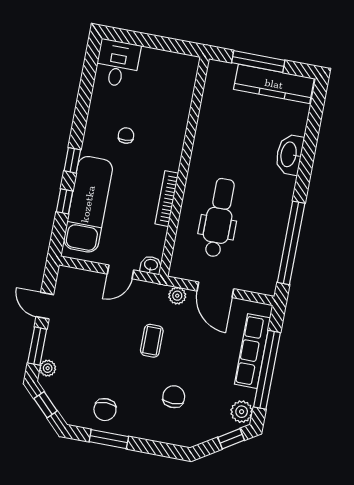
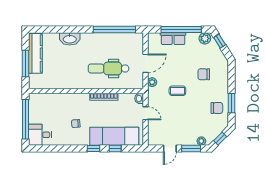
window: (152, 41) -> (26, 119), added
row of seats: (252, 351) -> (173, 39), width x0.68

